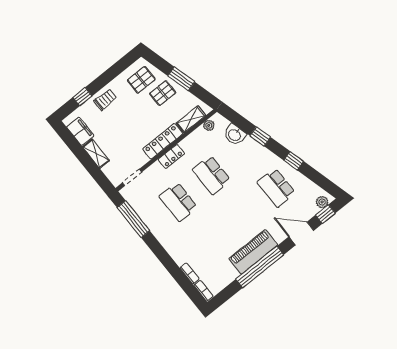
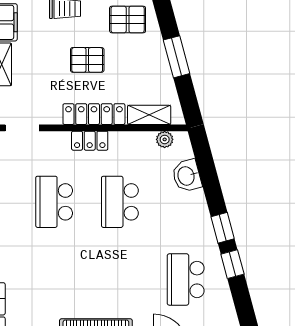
pallet: (163, 93) -> (87, 60), moved
window: (260, 136) -> (223, 228), moved

